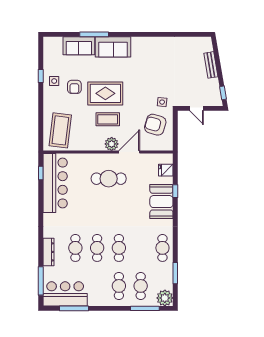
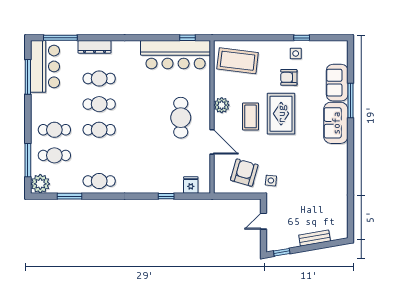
plant: (112, 144) -> (222, 105), moved
booth: (161, 202) -> (154, 180), removed

